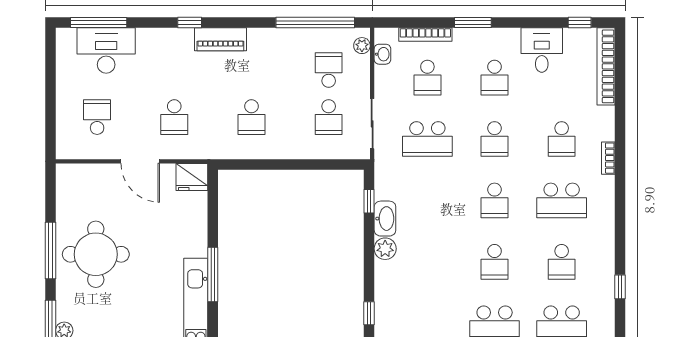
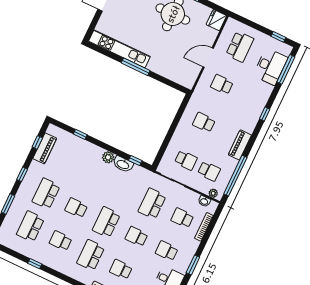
window: (473, 23) -> (193, 265), moved
piano: (220, 39) -> (240, 145), moved
window: (50, 61) -> (278, 37), added
school desk: (97, 117) -> (240, 47), width x1.85
school desk: (329, 117) -> (186, 160), turned 180
fridge: (192, 177) -> (216, 20), moved
school desk: (495, 200) -> (106, 222), width x1.85

